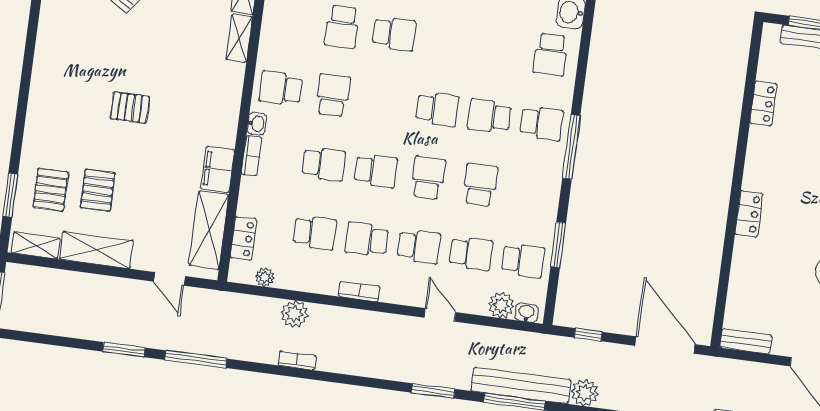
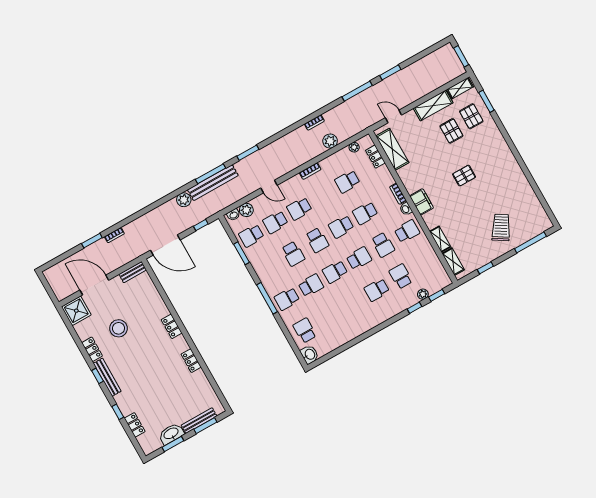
locker: (763, 103) -> (191, 361), moved
filing cabinet: (218, 169) -> (422, 202), moved
school desk: (367, 239) -> (359, 258), moved

